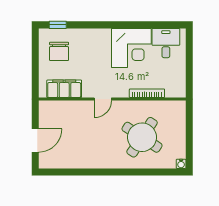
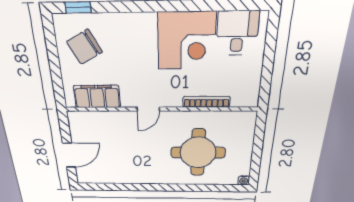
chair: (59, 51) -> (85, 47), turned 62
round table: (142, 137) -> (198, 153), turned -33

